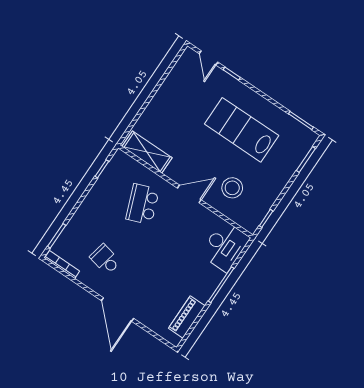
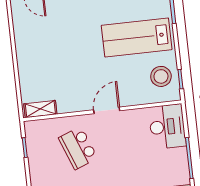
lab bench: (242, 130) -> (137, 37), moved
shelving: (147, 152) -> (40, 109), width x0.67, depth x0.75
stool: (232, 188) -> (161, 76), moved

